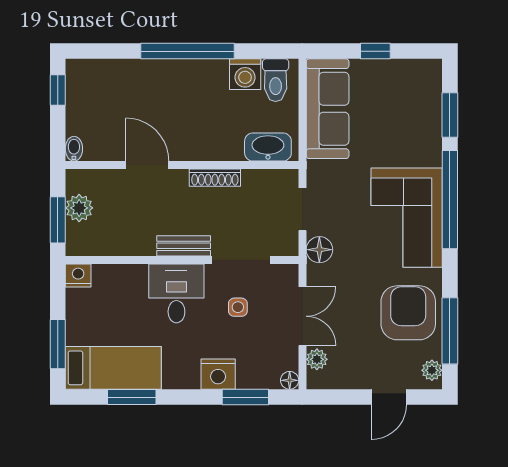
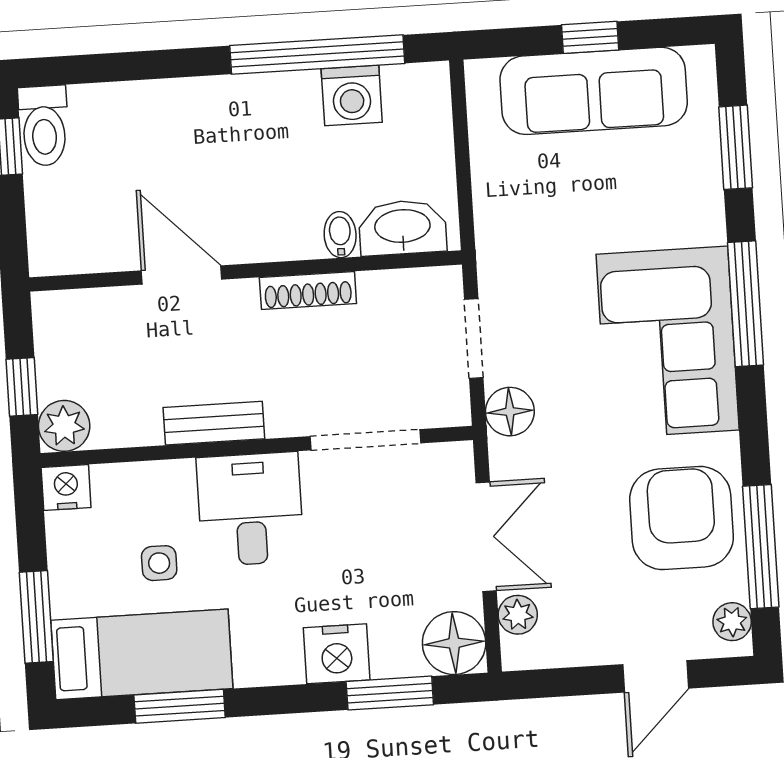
window: (188, 51) -> (317, 54), moved
toilet: (276, 80) -> (44, 126), moved
sofa: (328, 109) -> (594, 91), moved, turned 90
bidet: (74, 149) -> (340, 235), moved
window: (450, 200) -> (745, 304), width x0.68
plant: (79, 208) -> (64, 426), moved
window: (58, 220) -> (22, 387), width x0.67
bench: (184, 246) -> (214, 423), moved
side table: (238, 307) -> (159, 563), moved
floor lamp: (290, 380) -> (454, 643), width x1.89, depth x1.89

